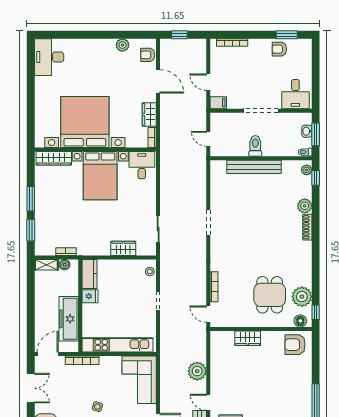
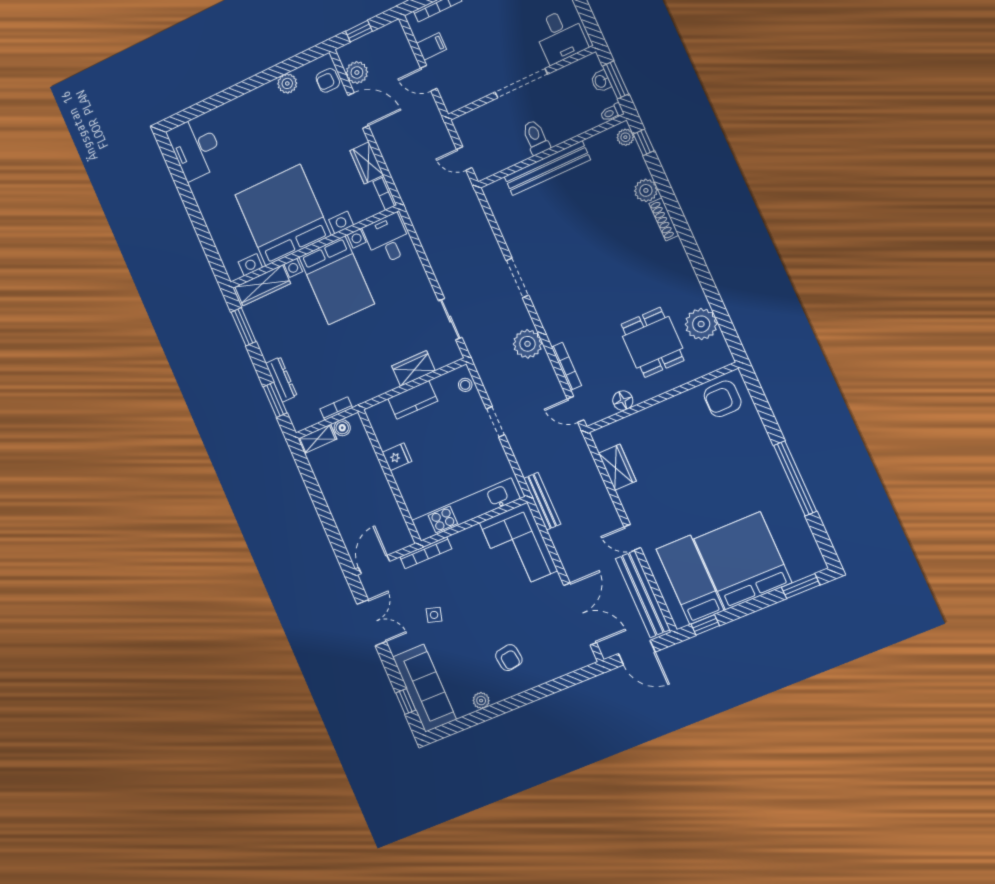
plant: (167, 58) -> (357, 72), added
filing cabinet: (218, 103) -> (432, 46), moved
window: (31, 199) -> (244, 327), moved
dresser: (40, 220) -> (281, 379), added
kitchen counter: (90, 274) -> (413, 400), moved, turned 90
window: (316, 312) -> (732, 338), removed
freezer: (69, 319) -> (381, 502), removed
floor lamp: (300, 321) -> (623, 401), moved
wardrobe: (248, 338) -> (617, 467), moved, turned -90
bench: (165, 359) -> (542, 501), added
plant: (197, 371) -> (527, 344), moved
side table: (97, 407) -> (434, 615), moved

